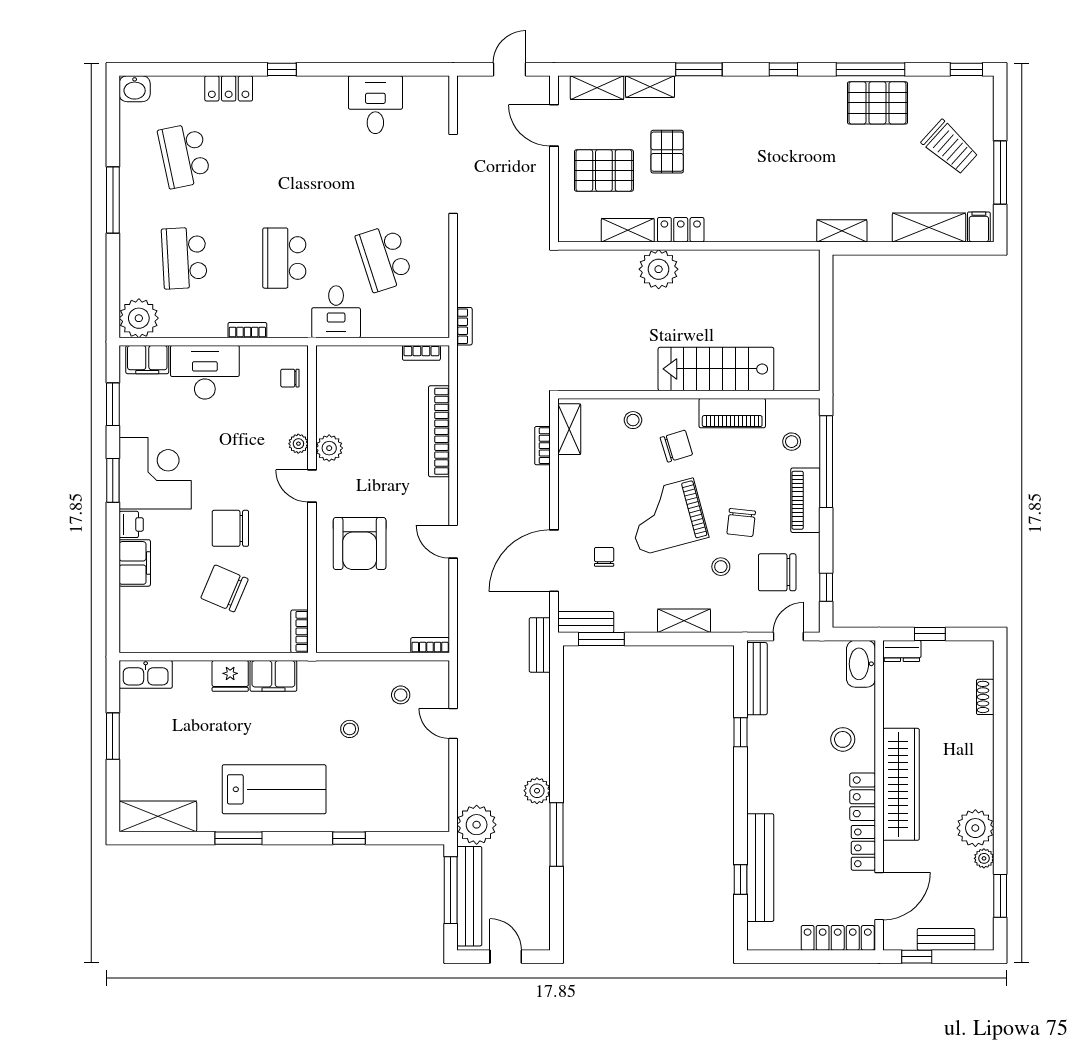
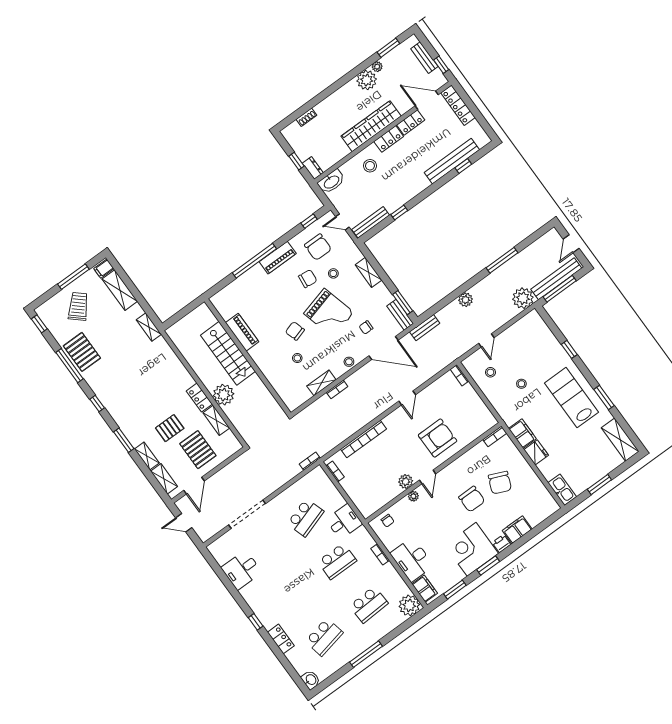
stairs: (716, 369) -> (228, 353), moved
wall: (689, 395) -> (248, 357), moved
piano: (732, 413) -> (242, 332), moved
stool: (792, 442) -> (349, 362), moved
plant: (537, 791) -> (466, 300), moved

